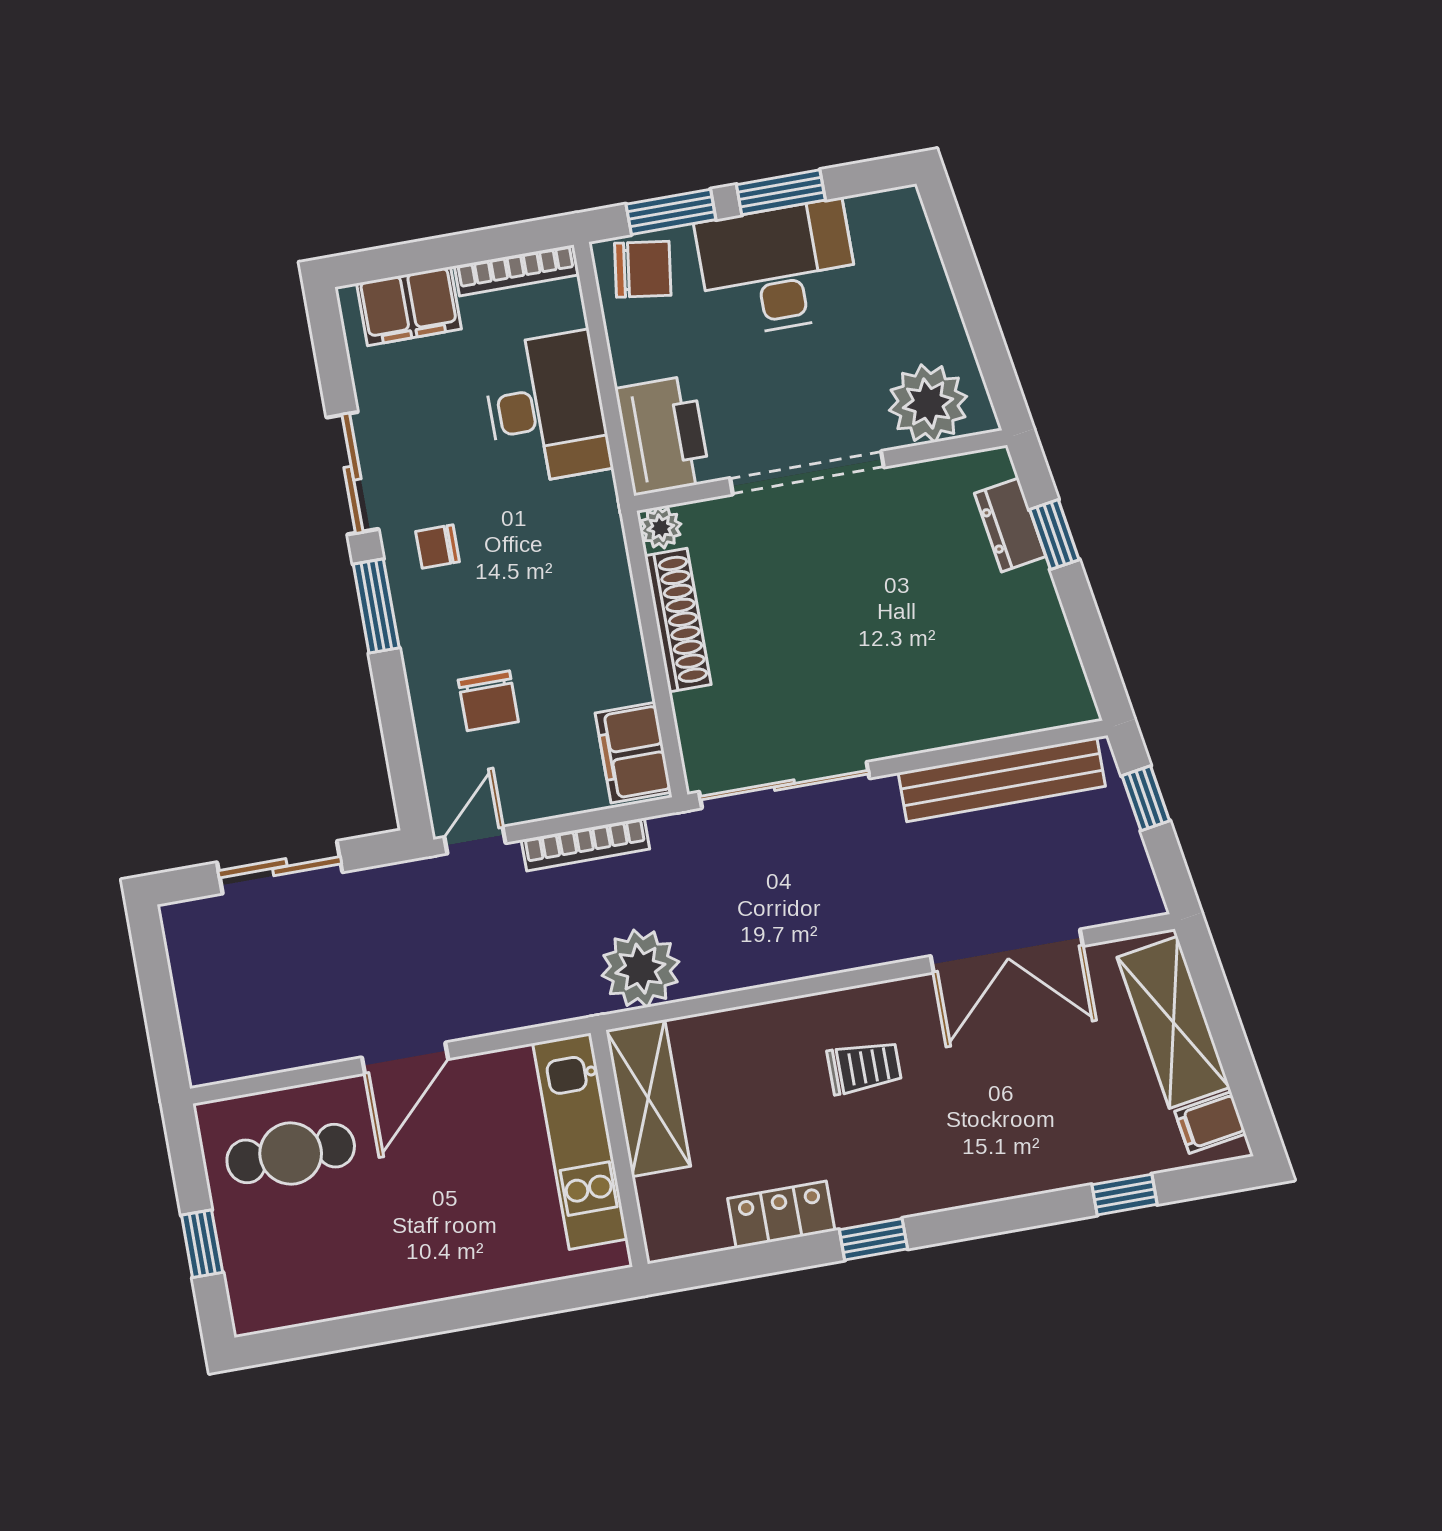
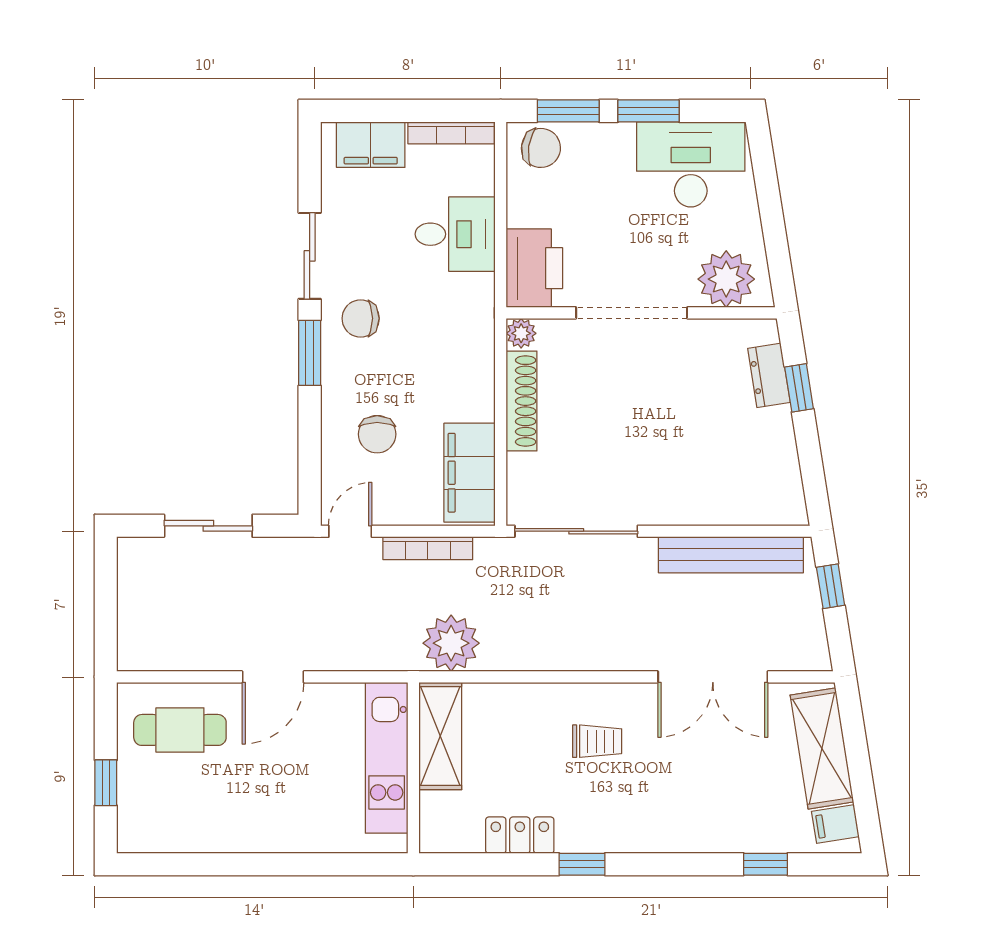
desk: (778, 268) -> (691, 164), moved
desk: (546, 408) -> (455, 234), width x0.73
chair: (438, 547) -> (361, 318), width x1.37, depth x1.37
filing cabinet: (633, 753) -> (470, 473), width x1.50, depth x1.17

